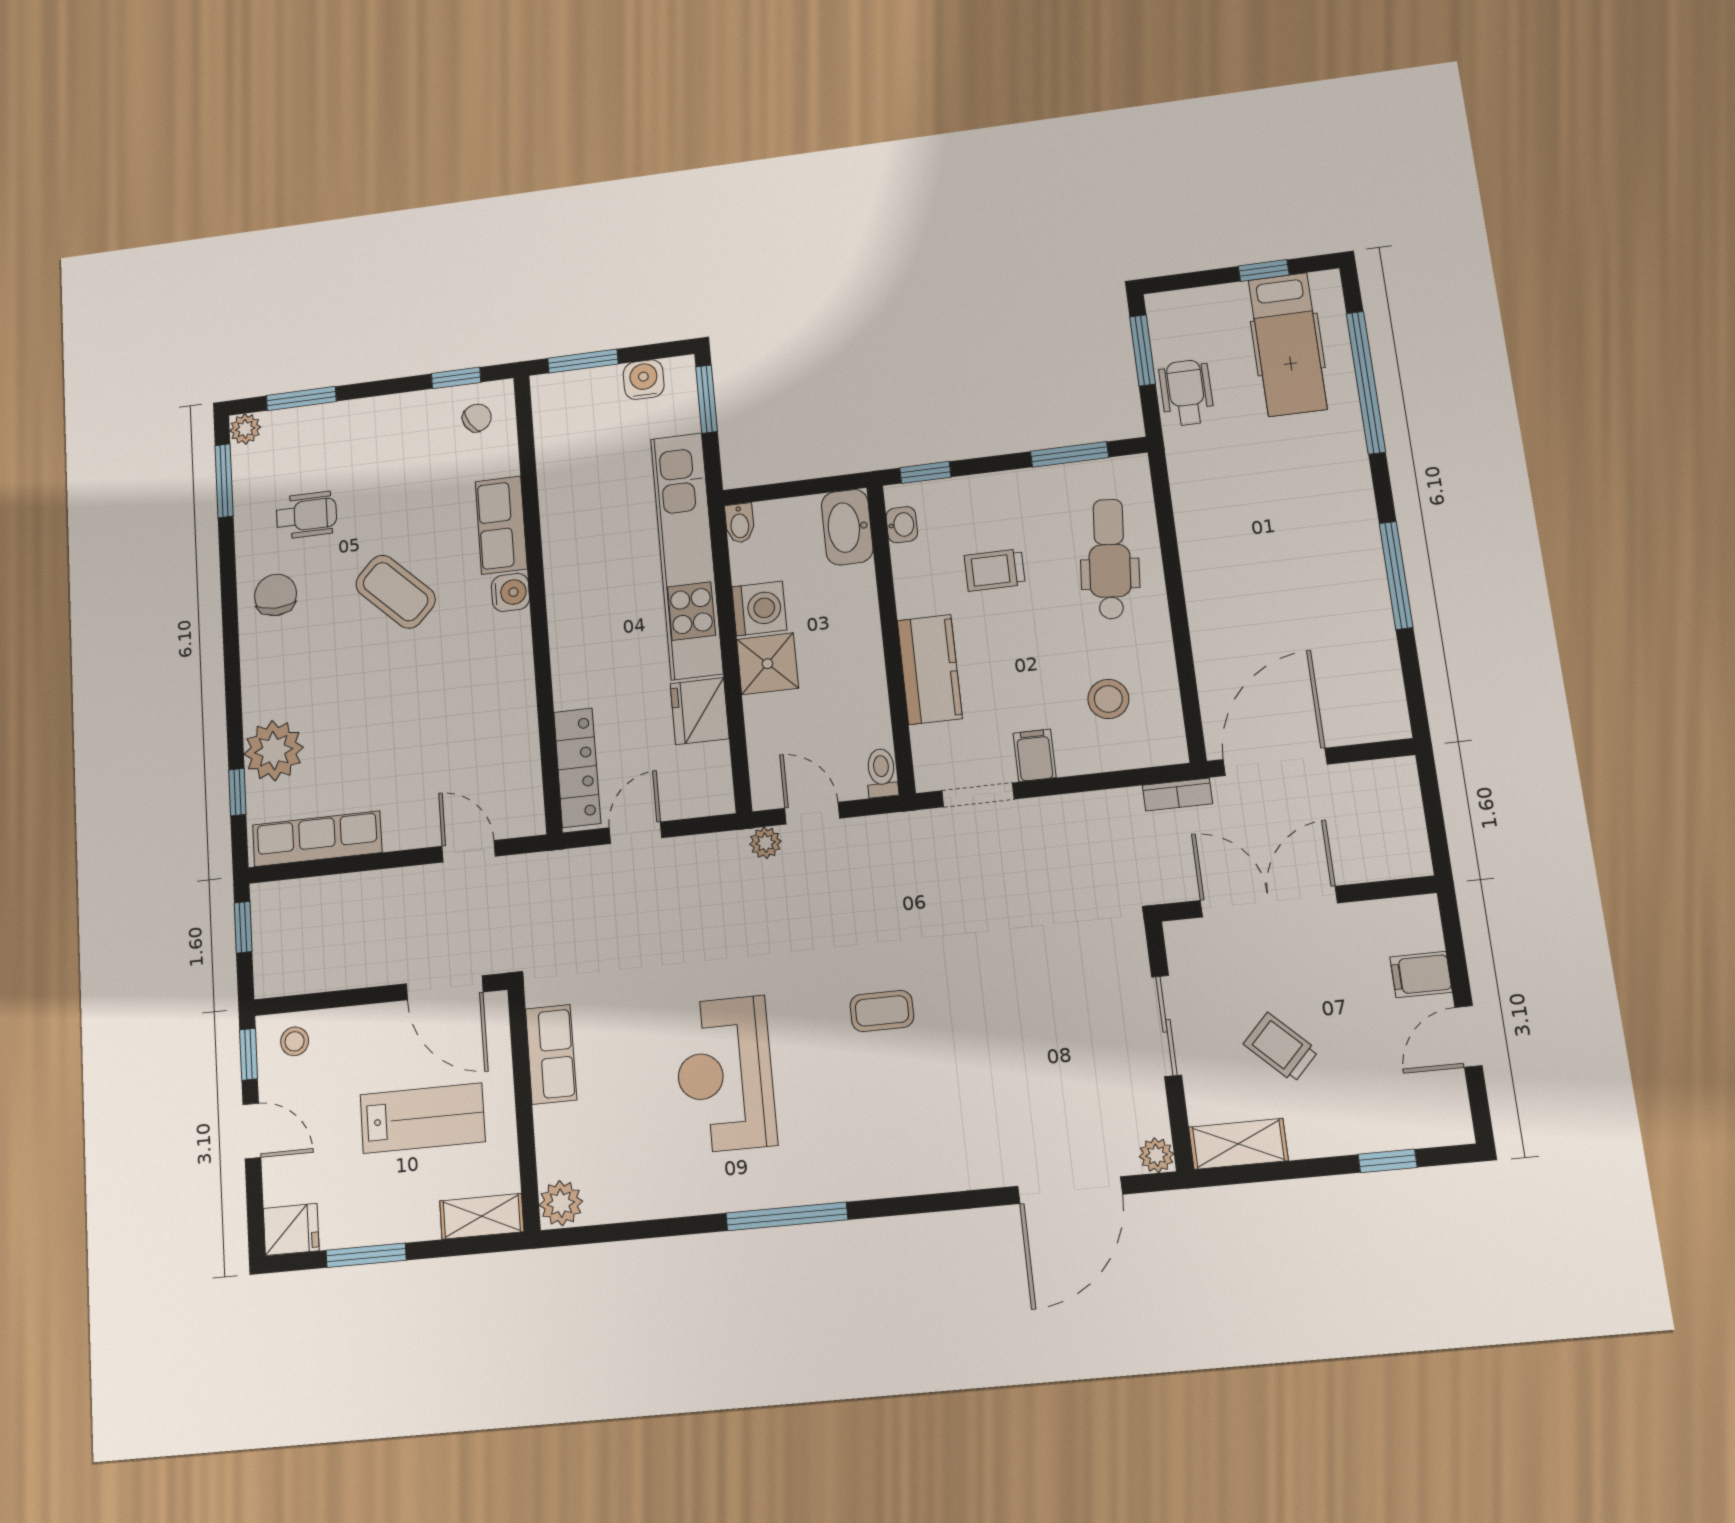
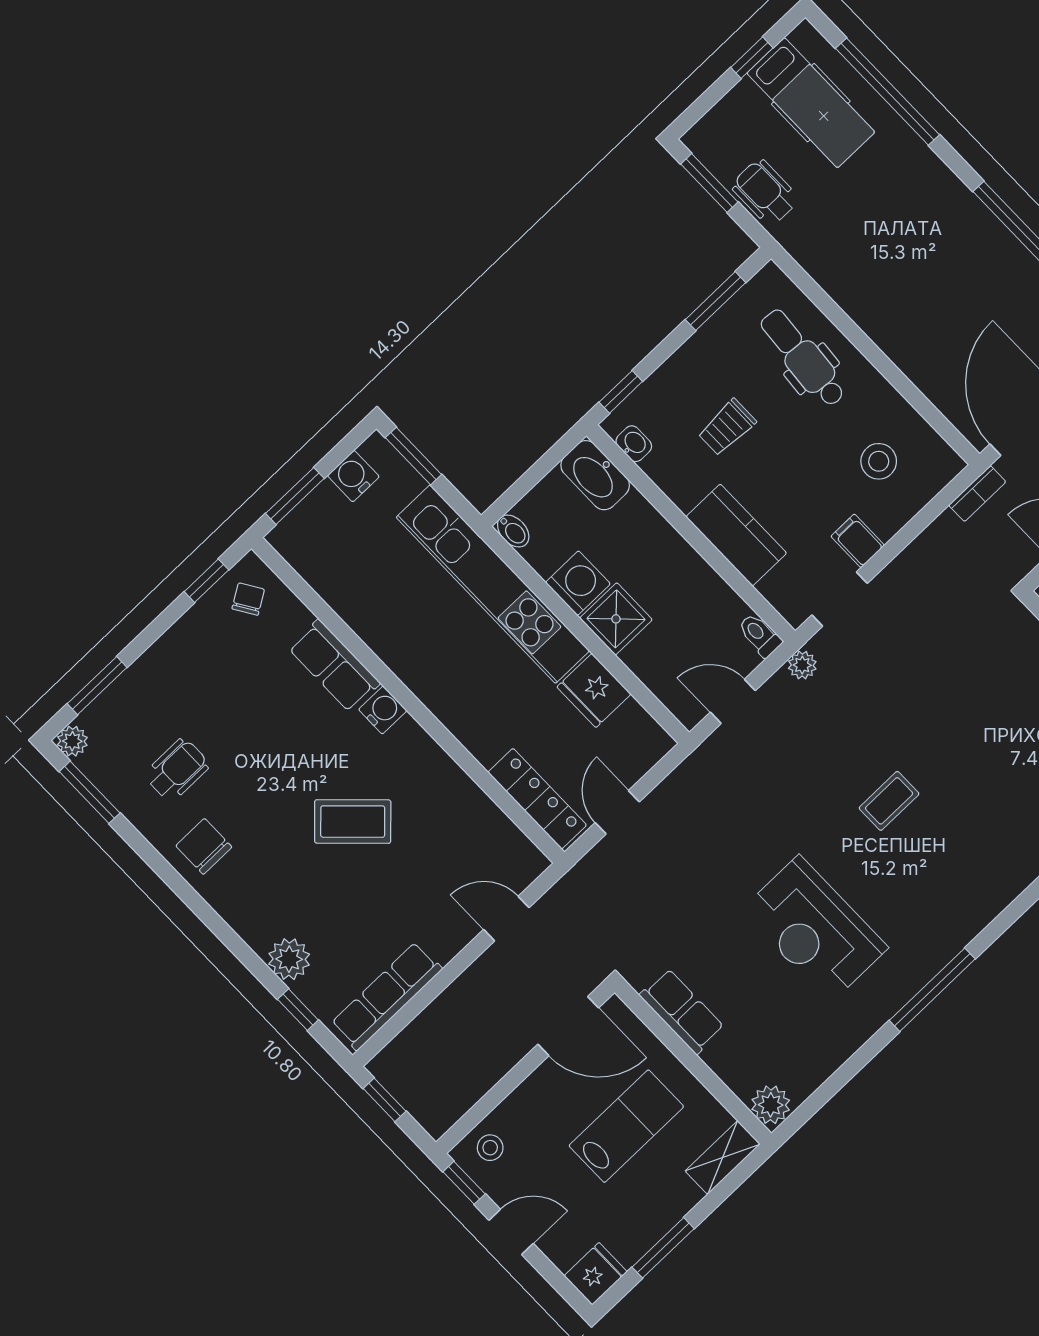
coffee table: (396, 592) -> (353, 822), moved
plant: (274, 751) -> (289, 959), width x0.73, depth x0.73
plant: (765, 843) -> (802, 665), moved

